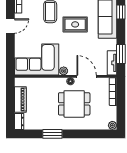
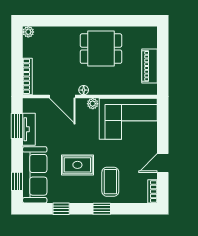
tv unit: (112, 63) -> (29, 129), moved
dining table: (74, 104) -> (101, 49), moved
dresser: (19, 121) -> (151, 37), removed
window: (52, 134) -> (107, 21), removed

